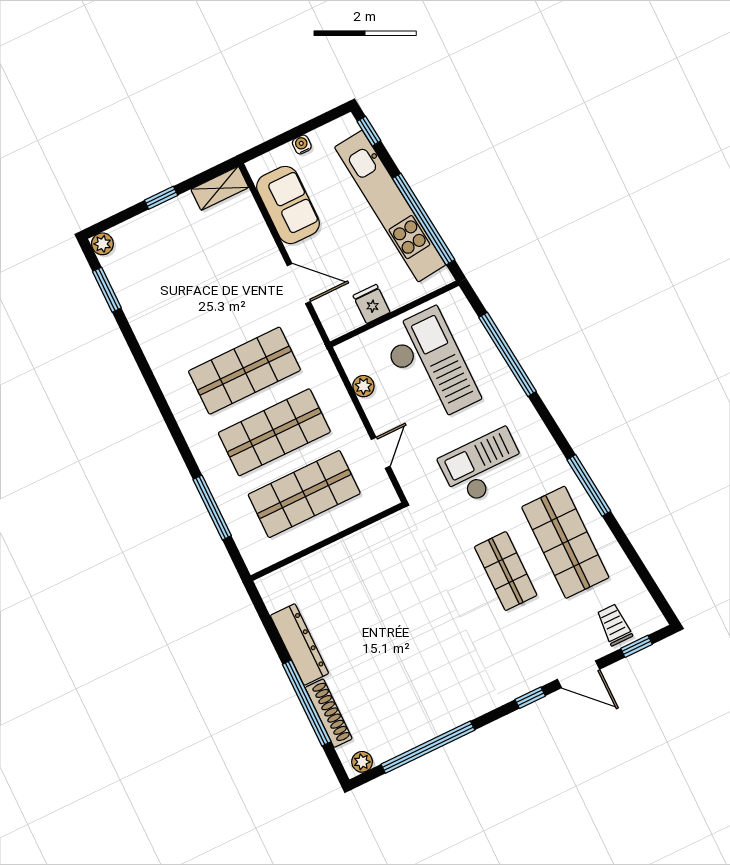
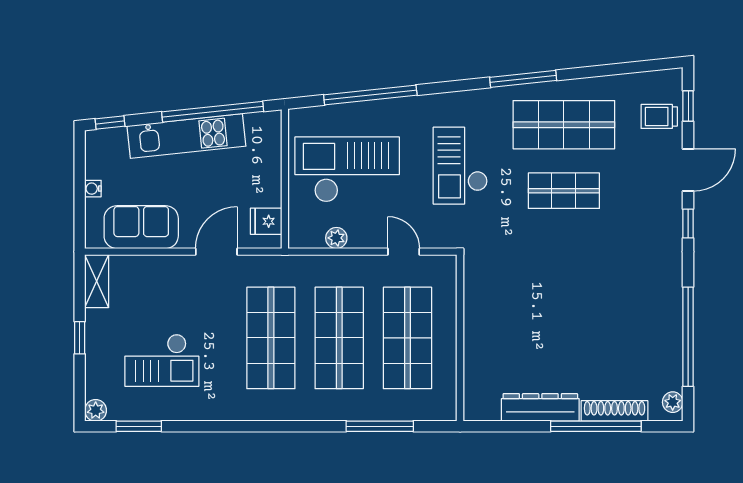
kitchen unit: (390, 206) -> (186, 136), width x0.73
checkout: (177, 282) -> (162, 360), added
fridge: (371, 304) -> (266, 221), moved

